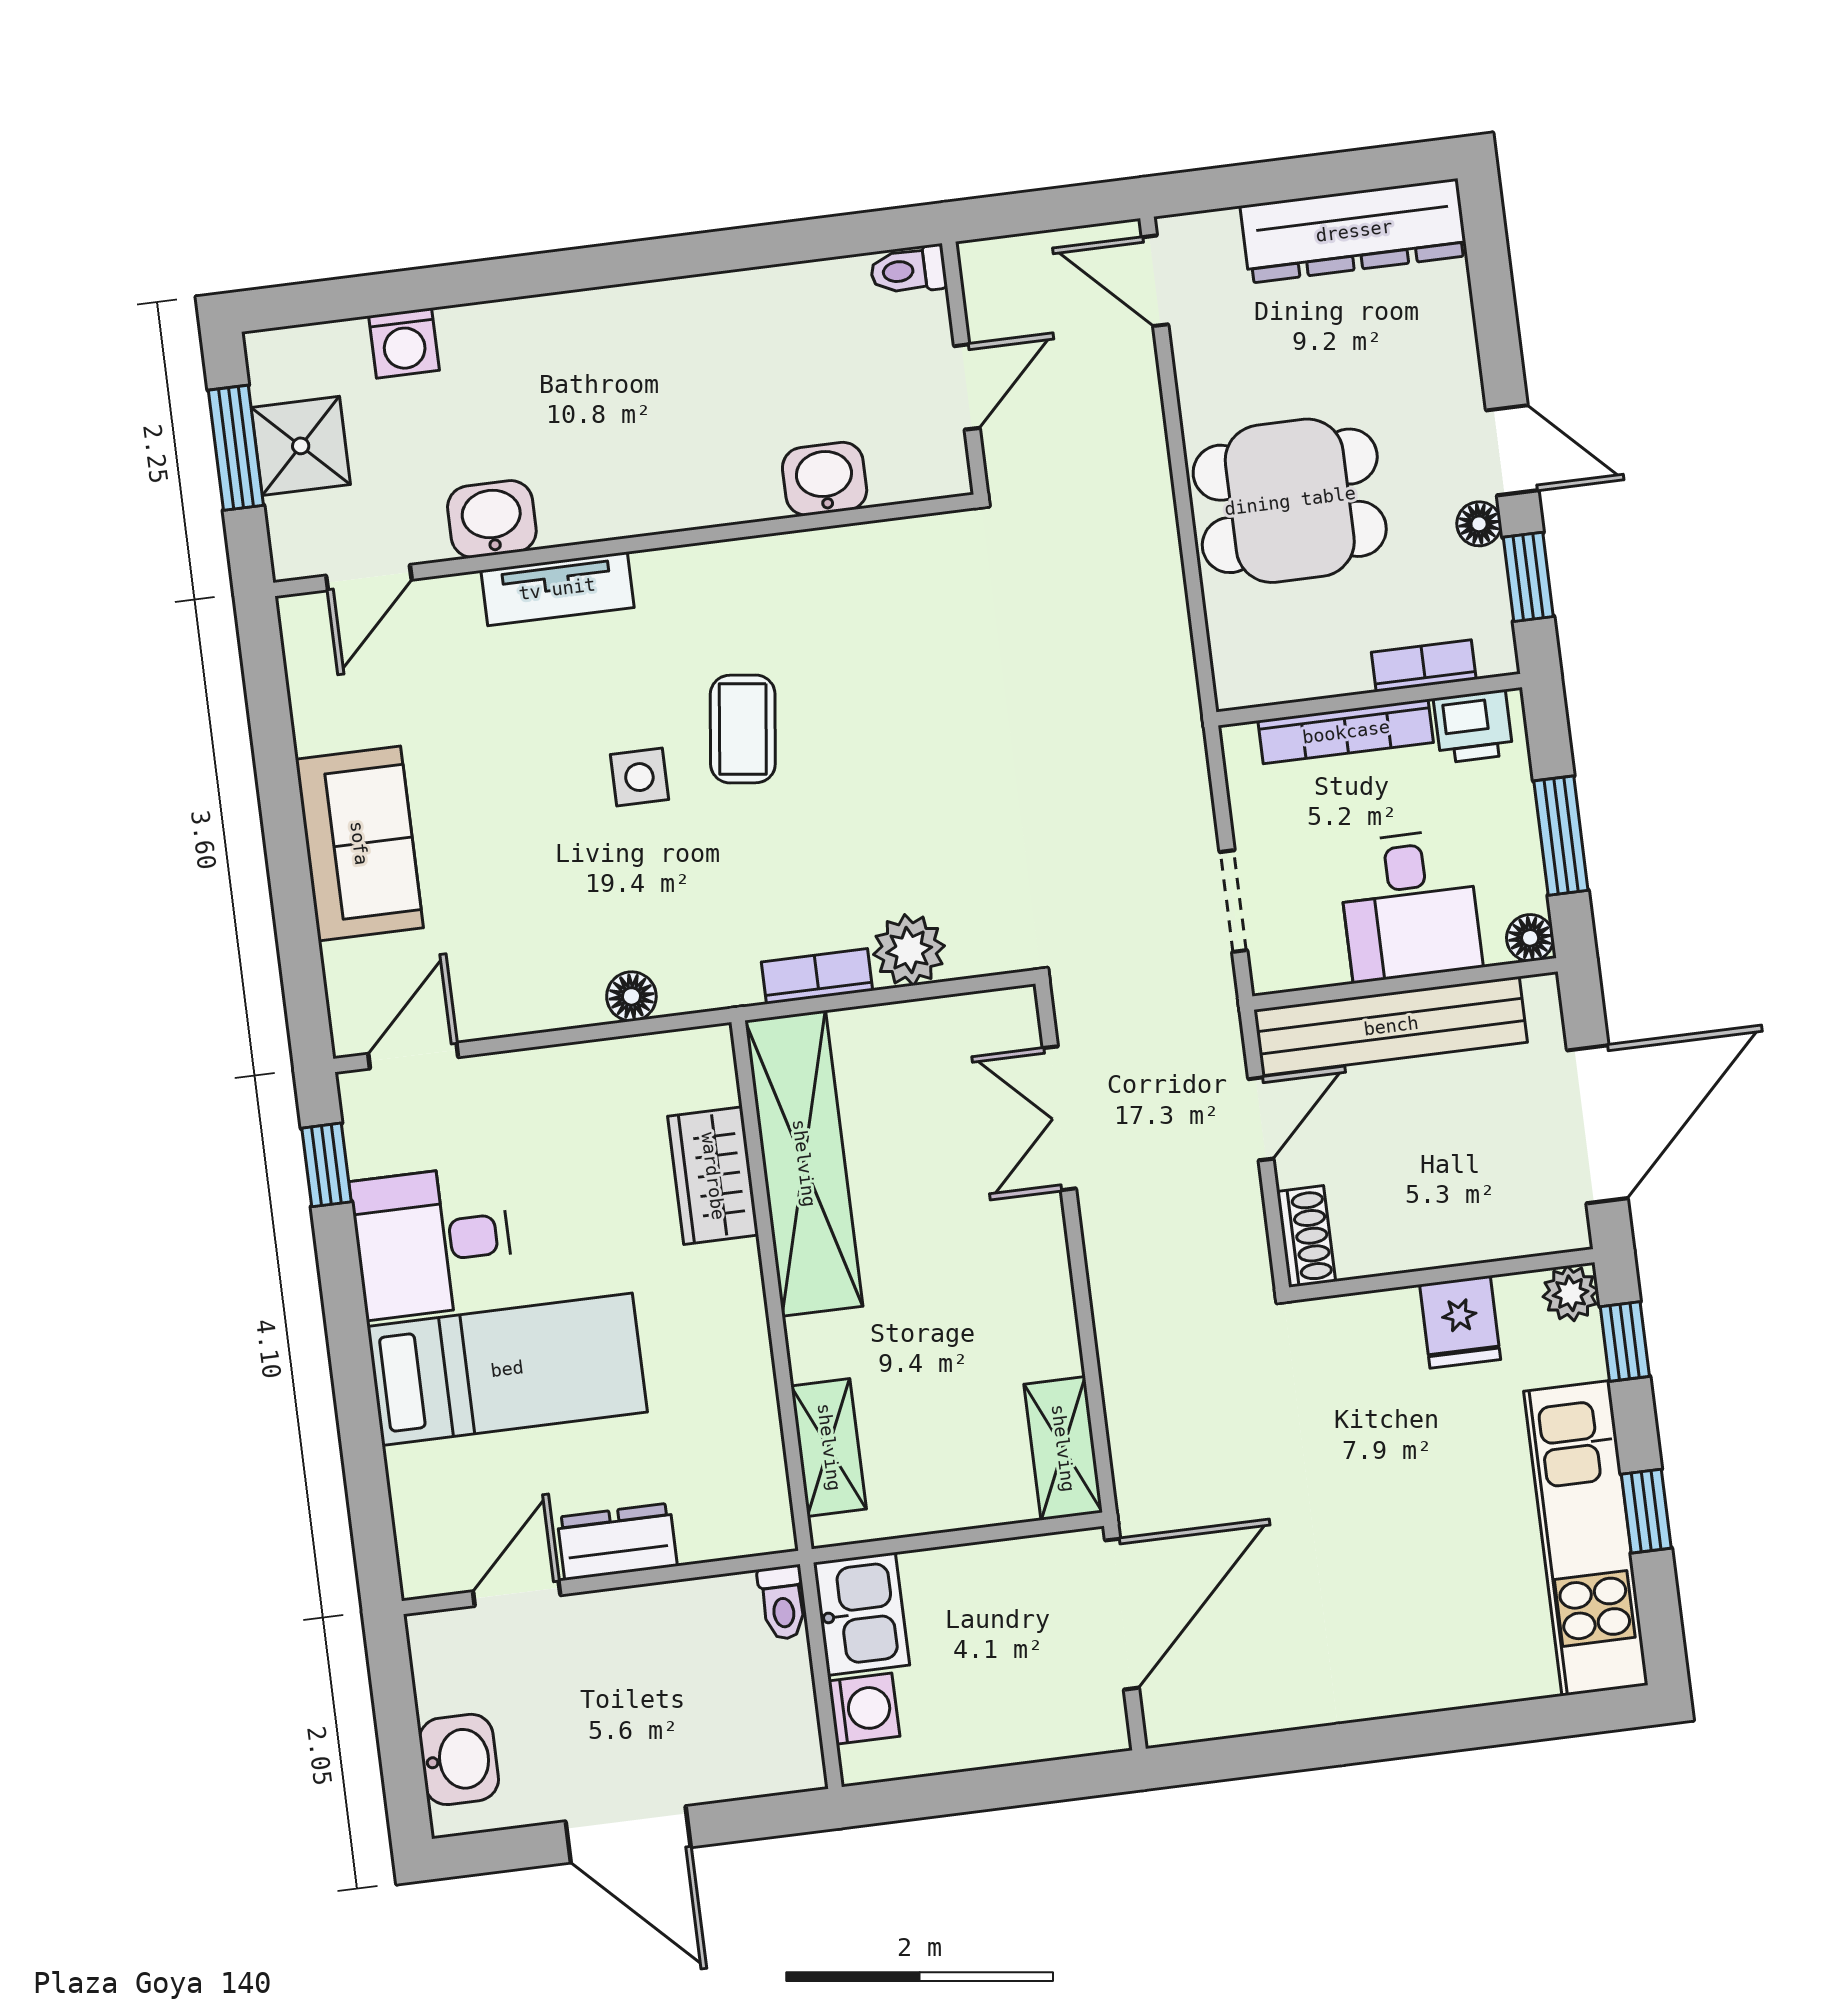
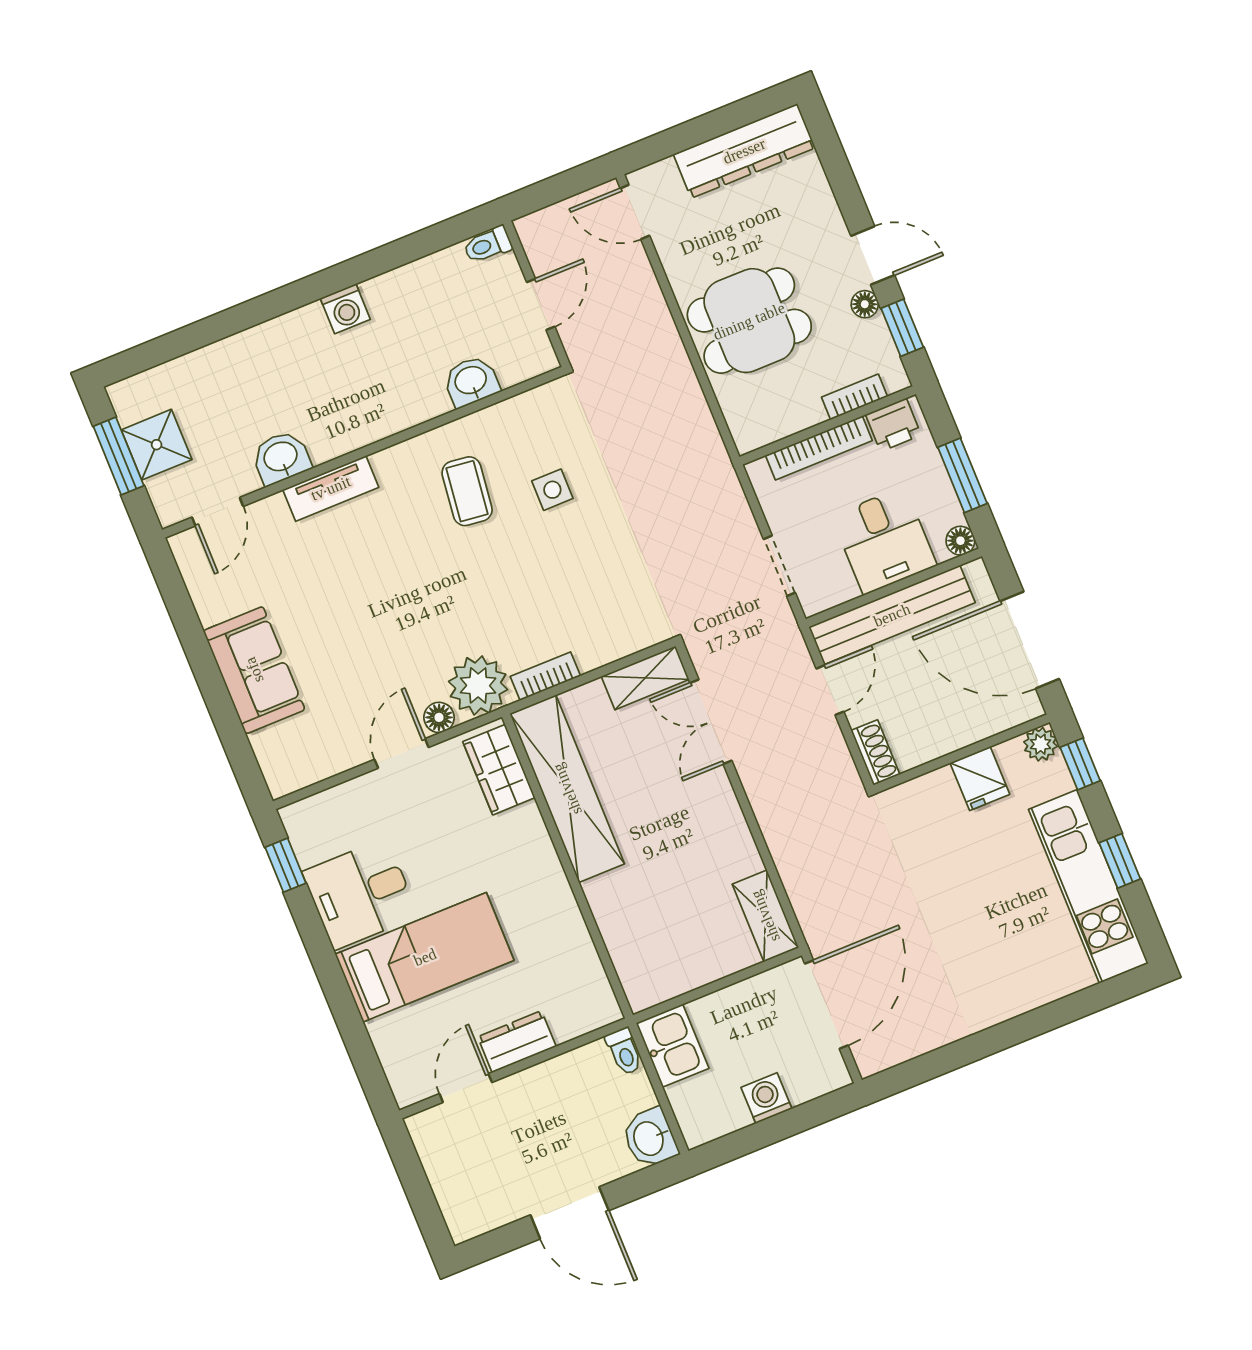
washing machine: (404, 343) -> (345, 309), moved
coffee table: (743, 729) -> (467, 491), moved
side table: (639, 777) -> (552, 490), moved
plant: (909, 950) -> (478, 685), moved, width x1.36, depth x1.36
door: (413, 1056) -> (402, 753), moved
door: (1597, 1124) -> (1030, 640), swing flipped
wardrobe: (713, 1176) -> (499, 770), moved
shelving: (829, 1447) -> (645, 678), moved, turned 90
washing machine: (864, 1709) -> (767, 1098), moved, turned -90
washbasin: (459, 1759) -> (650, 1138), moved, turned 180

